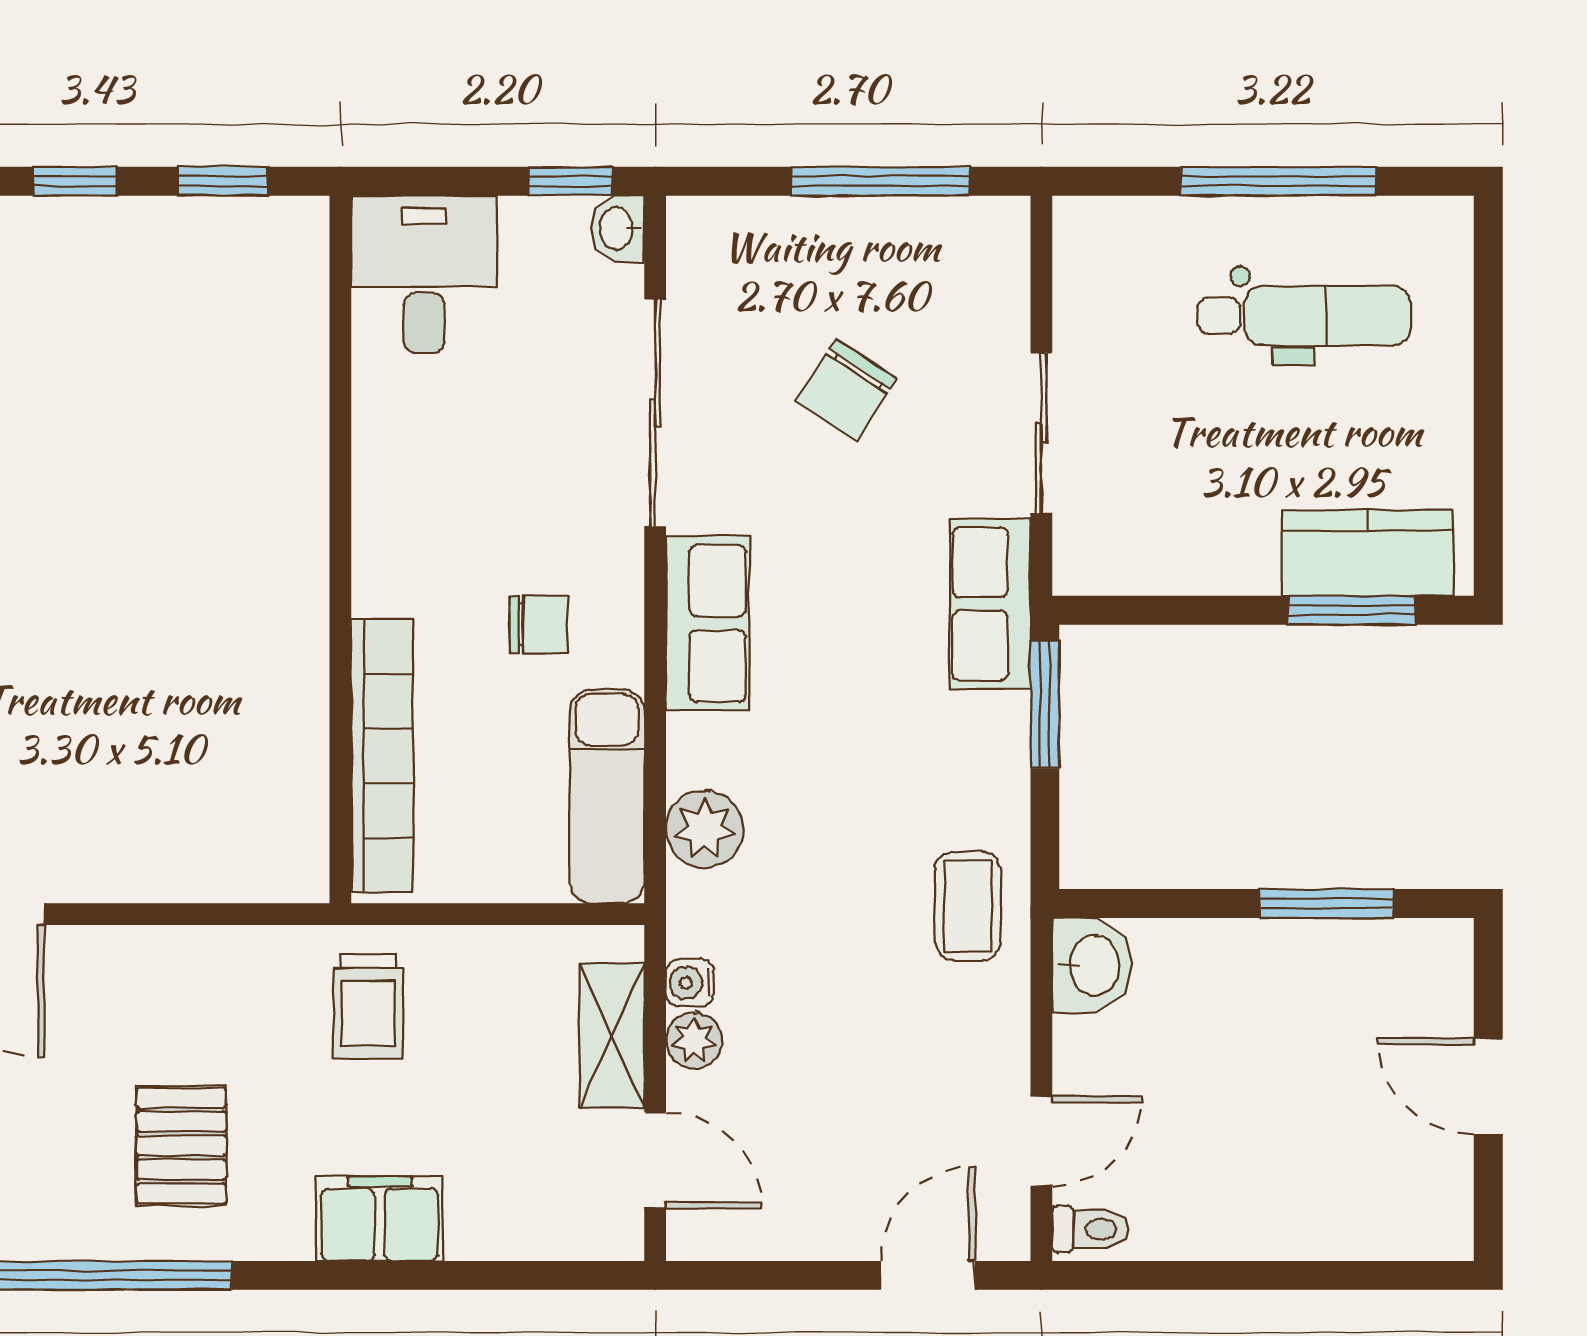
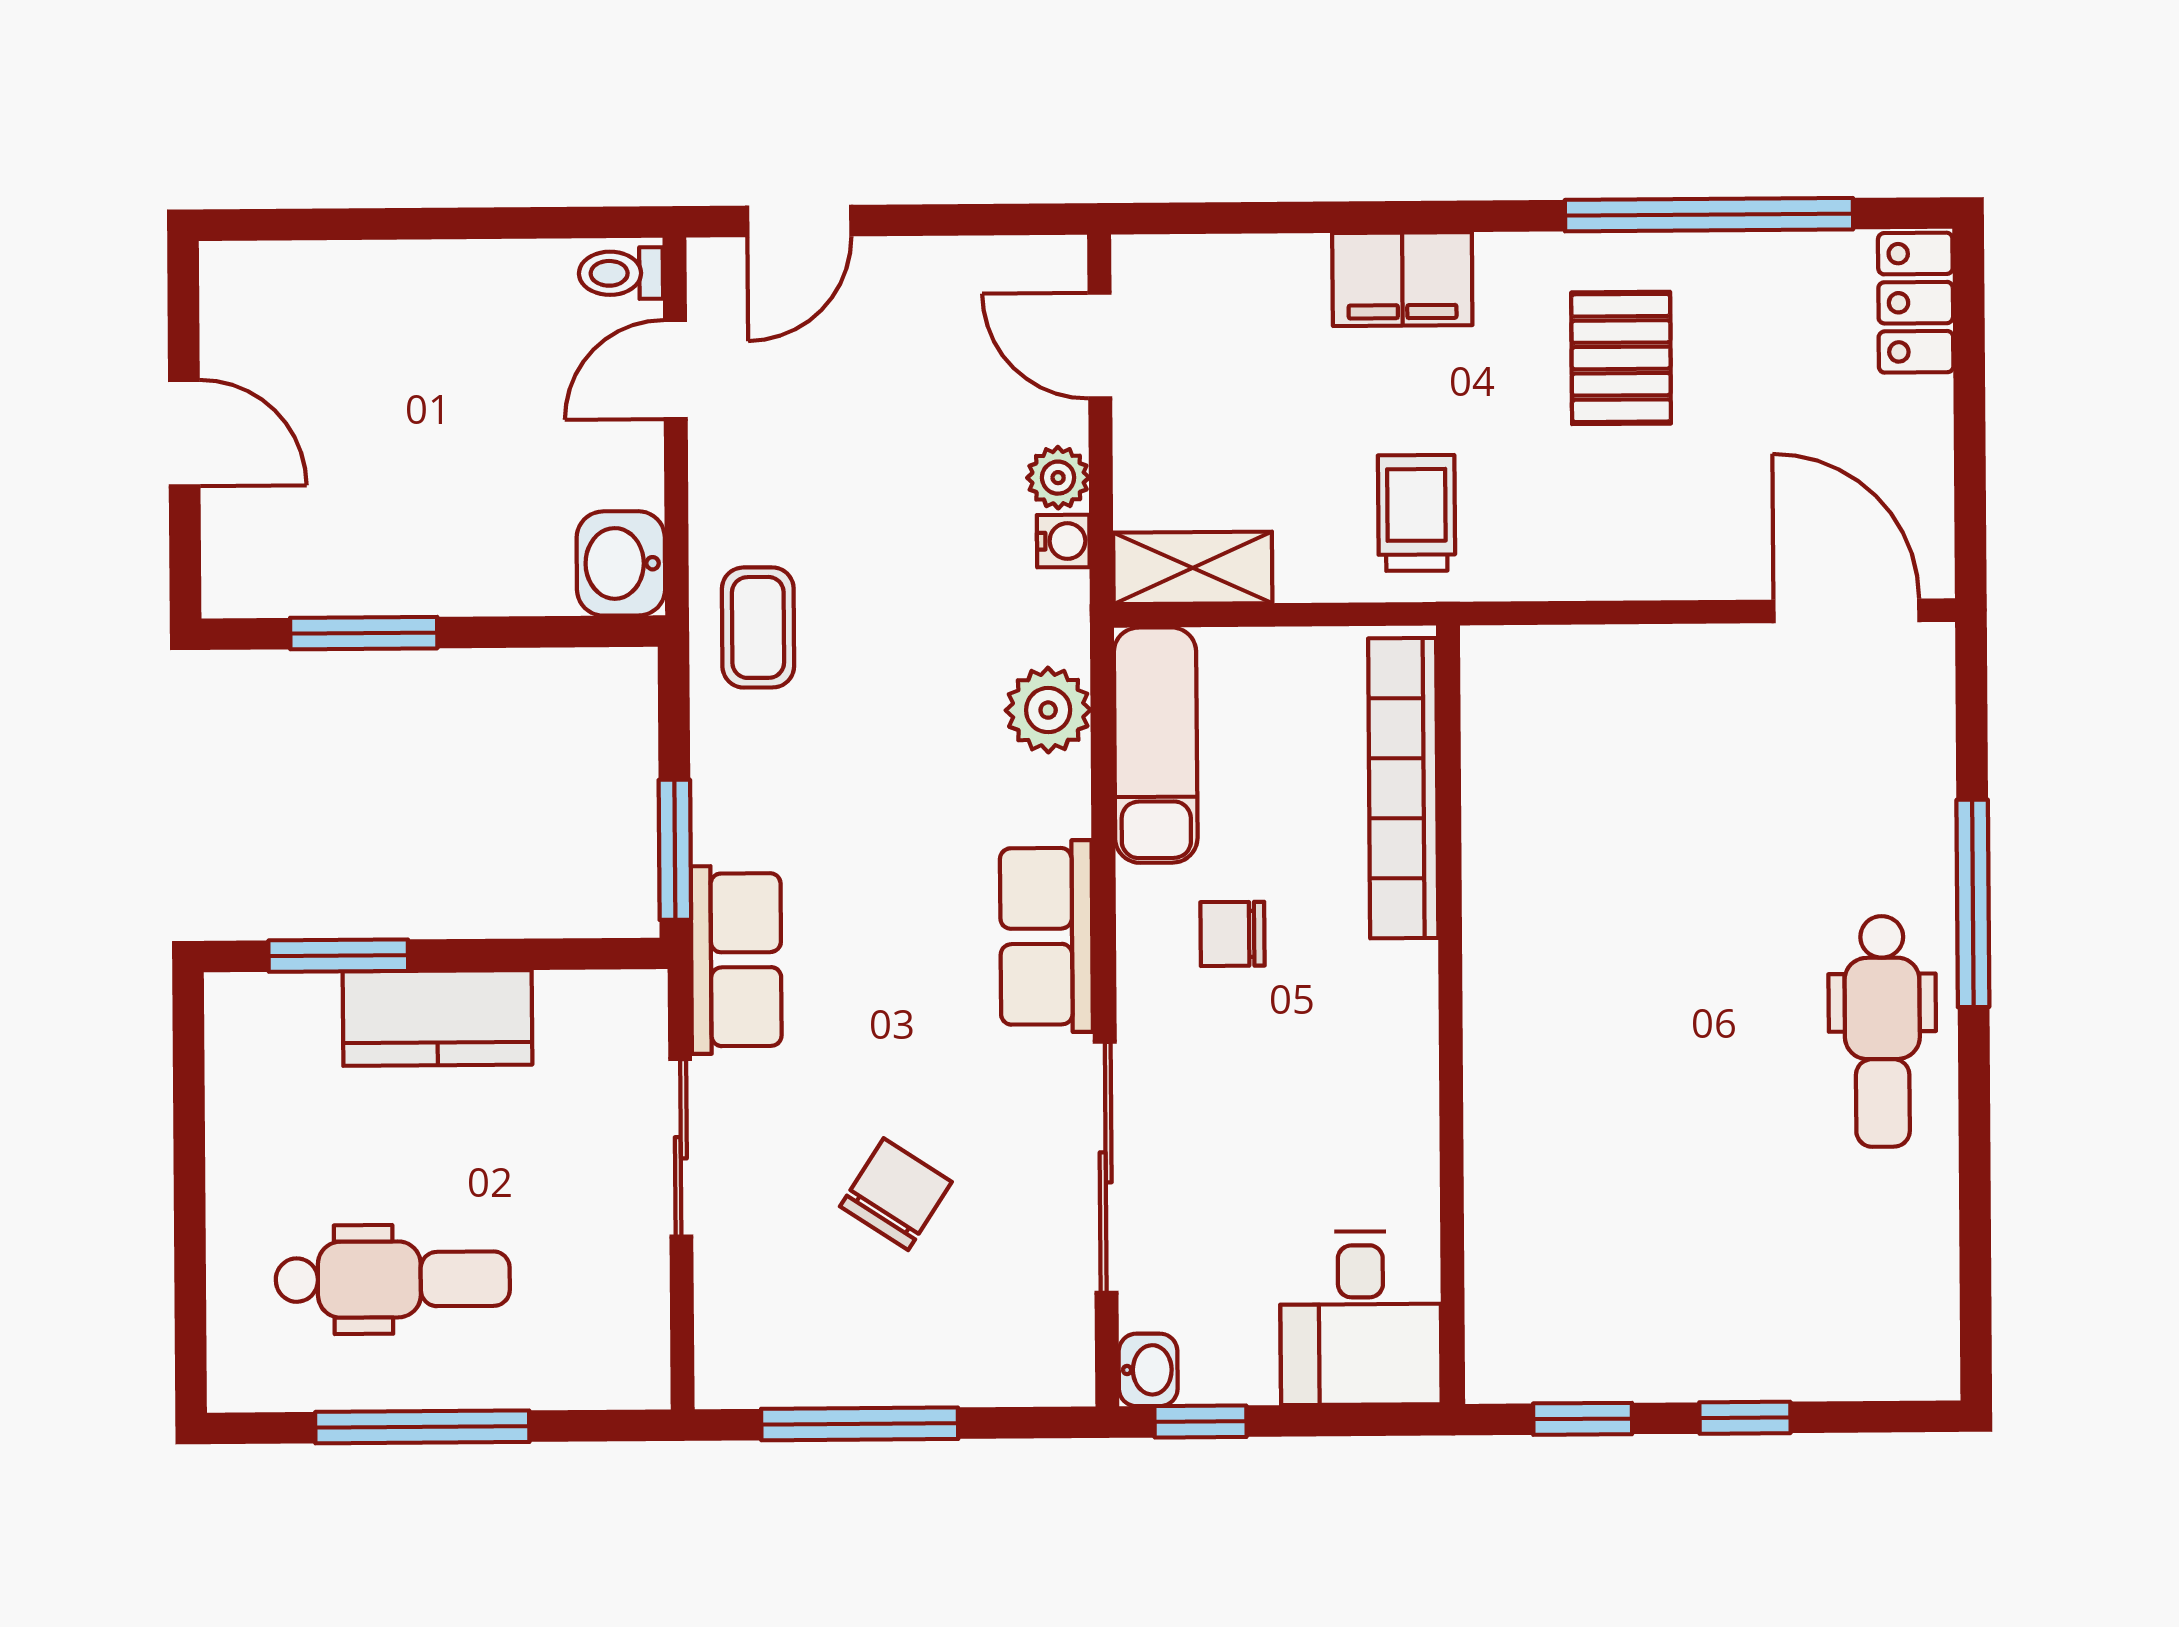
dental chair: (1304, 316) -> (393, 1279), turned 180
kitchen counter: (1368, 553) -> (438, 1018), moved
shelving: (612, 1036) -> (1193, 568), moved, turned 90

